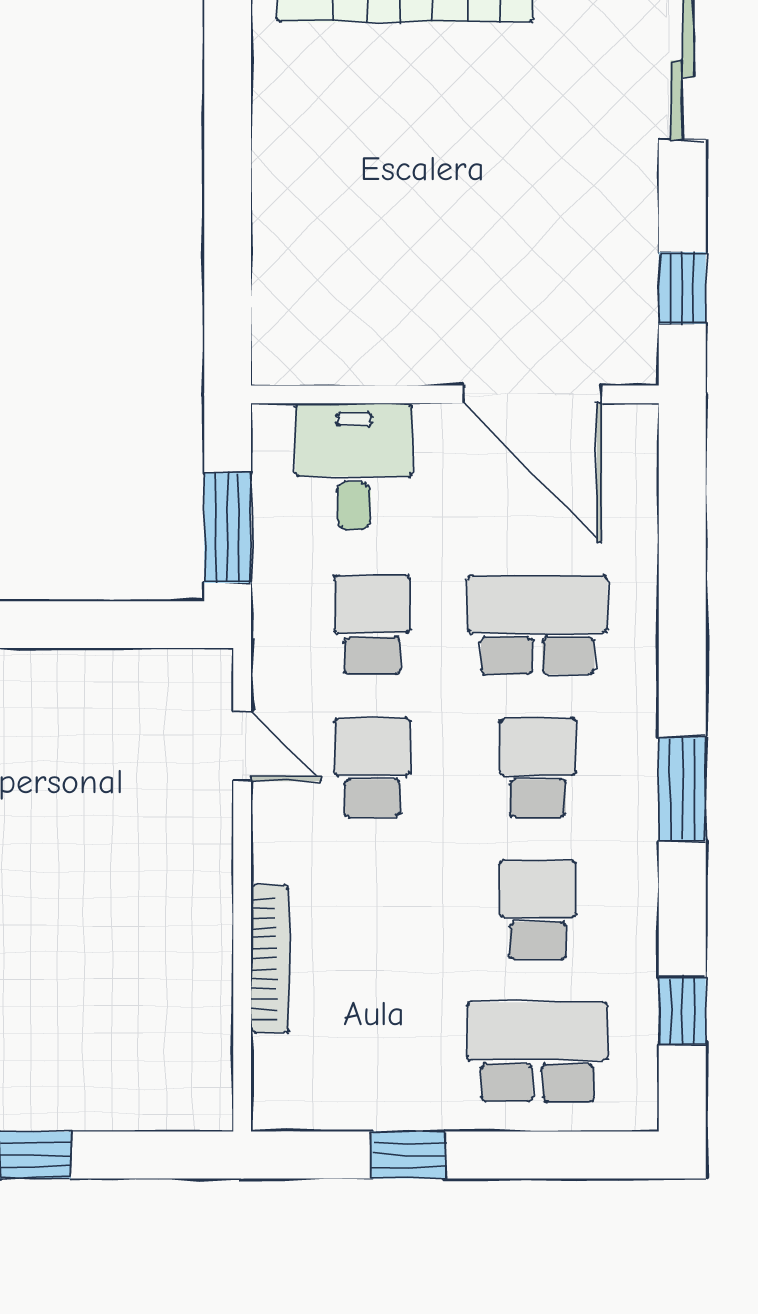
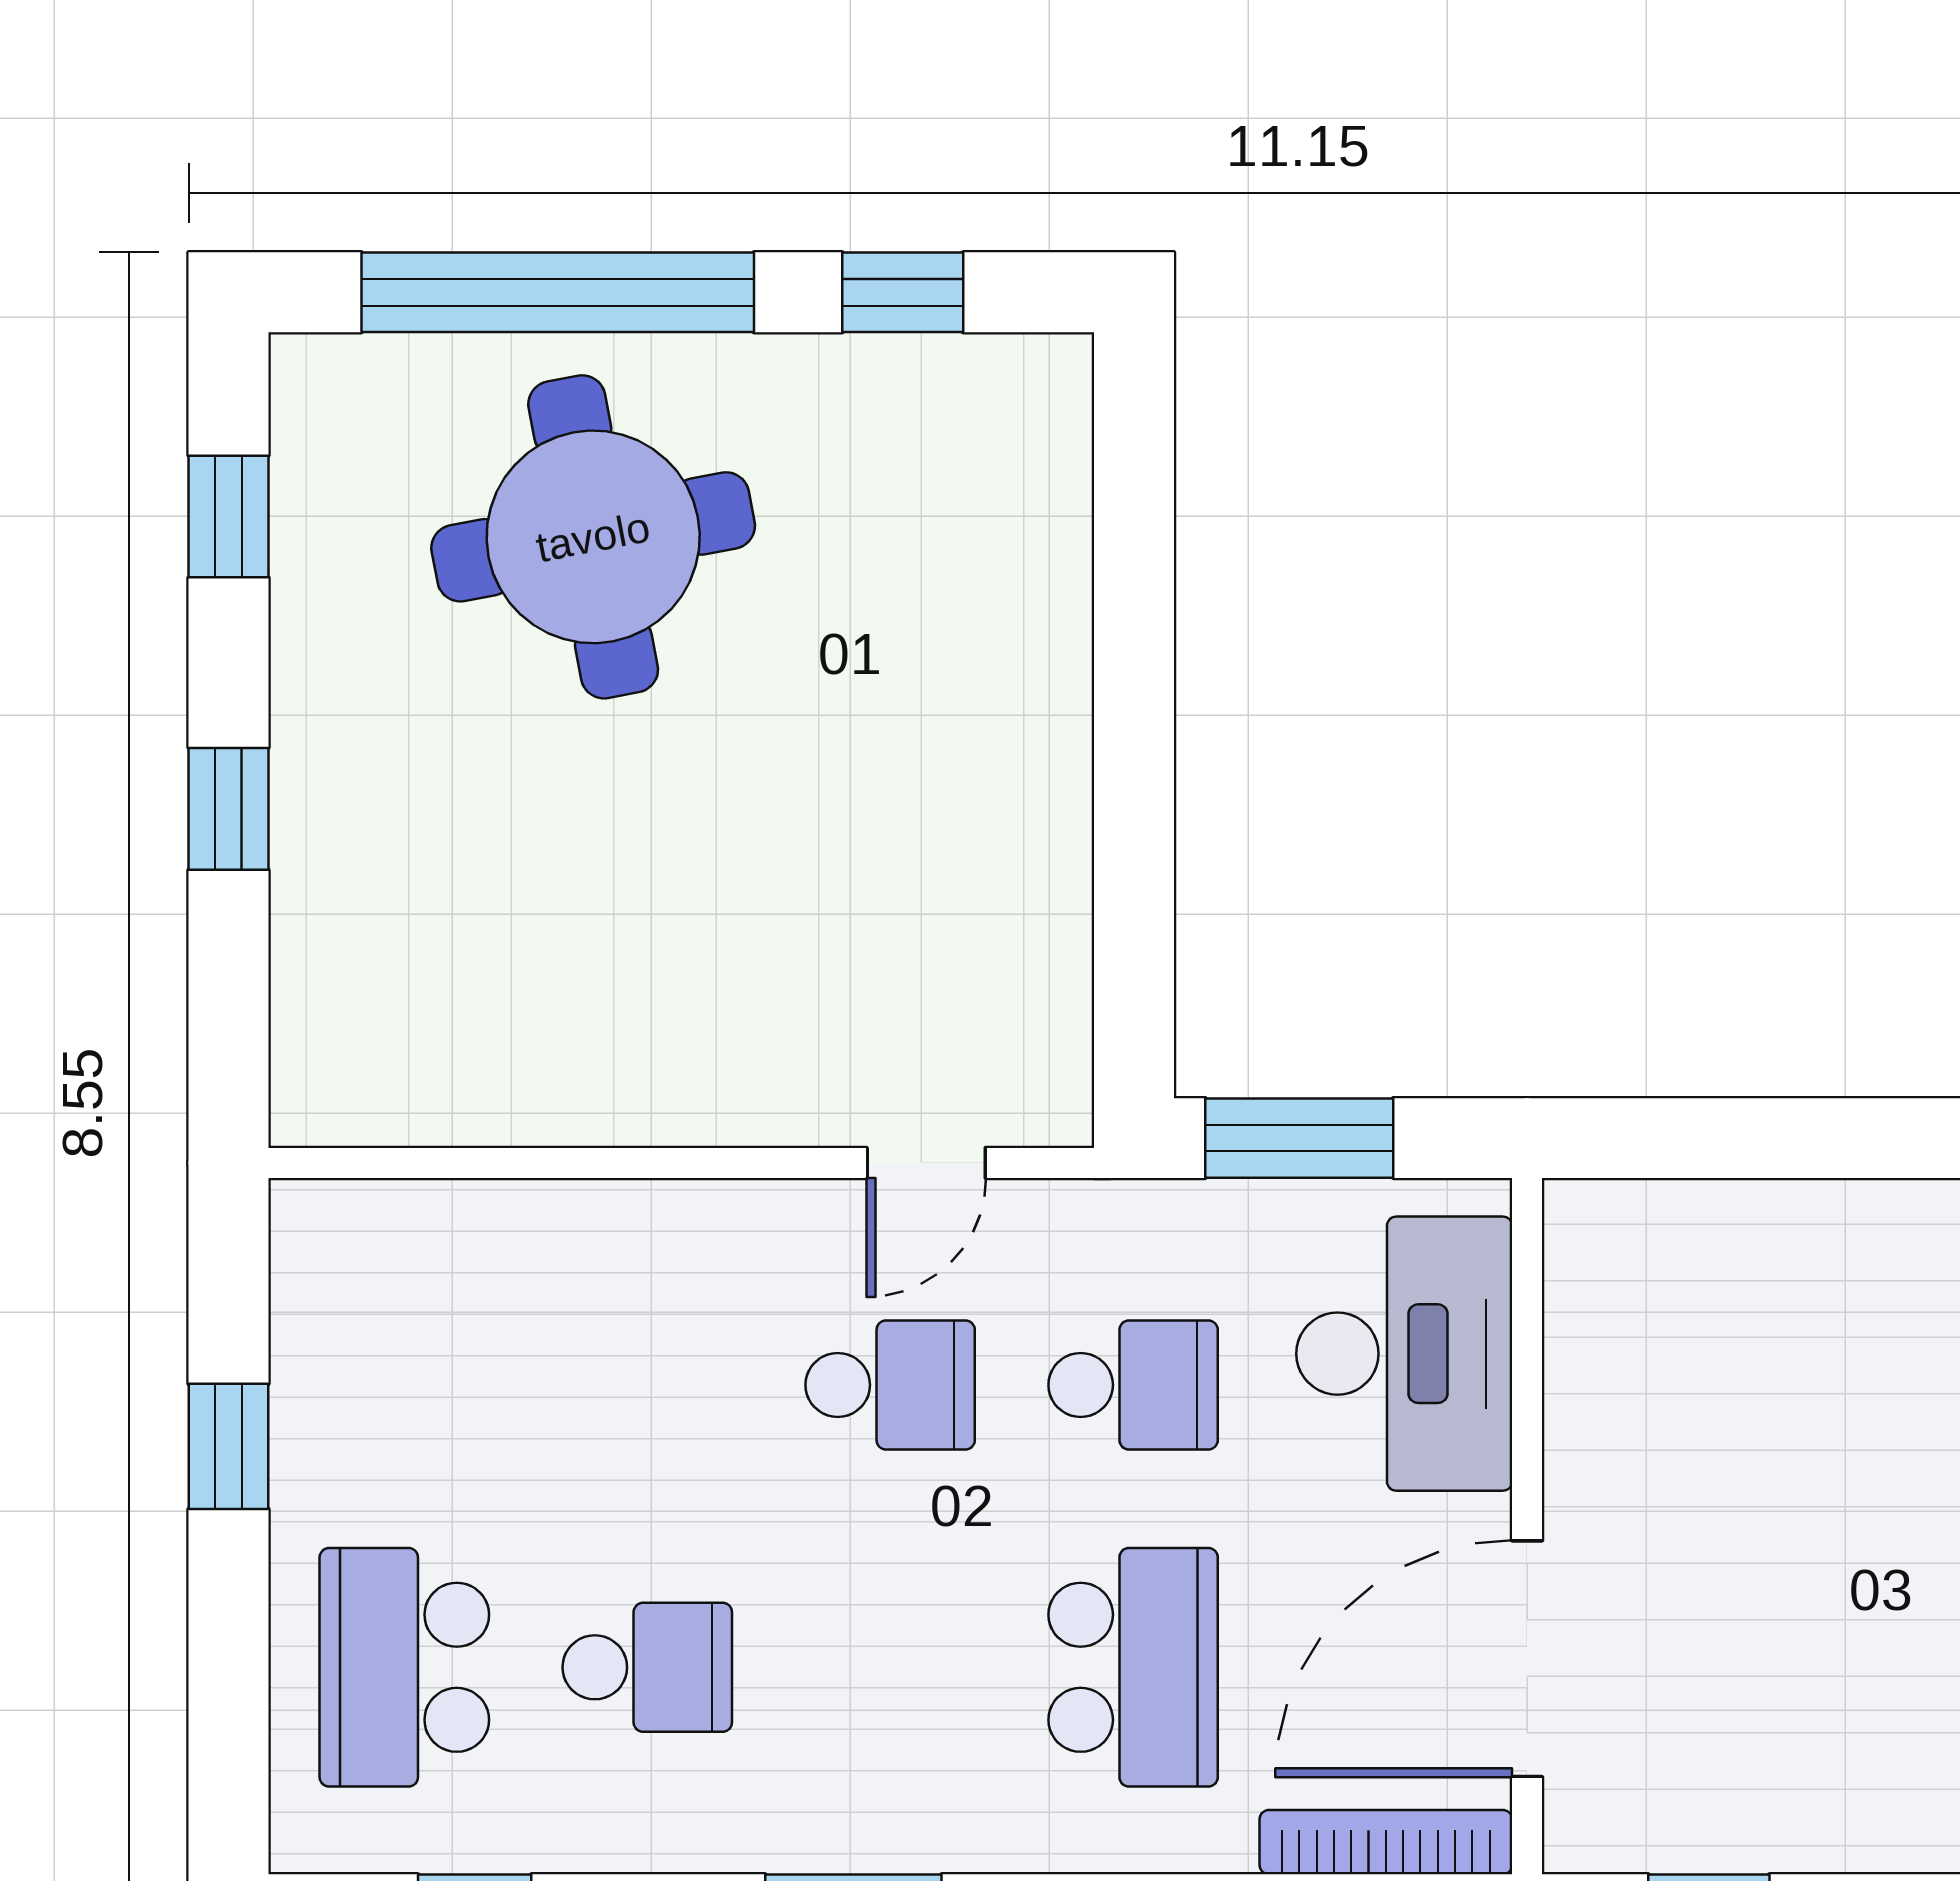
desk: (354, 466) -> (1404, 1354), width x1.37
school desk: (538, 767) -> (890, 1667), removed
bookcase: (270, 959) -> (1386, 1842), moved, turned 180
school desk: (538, 1052) -> (404, 1667), turned 180

